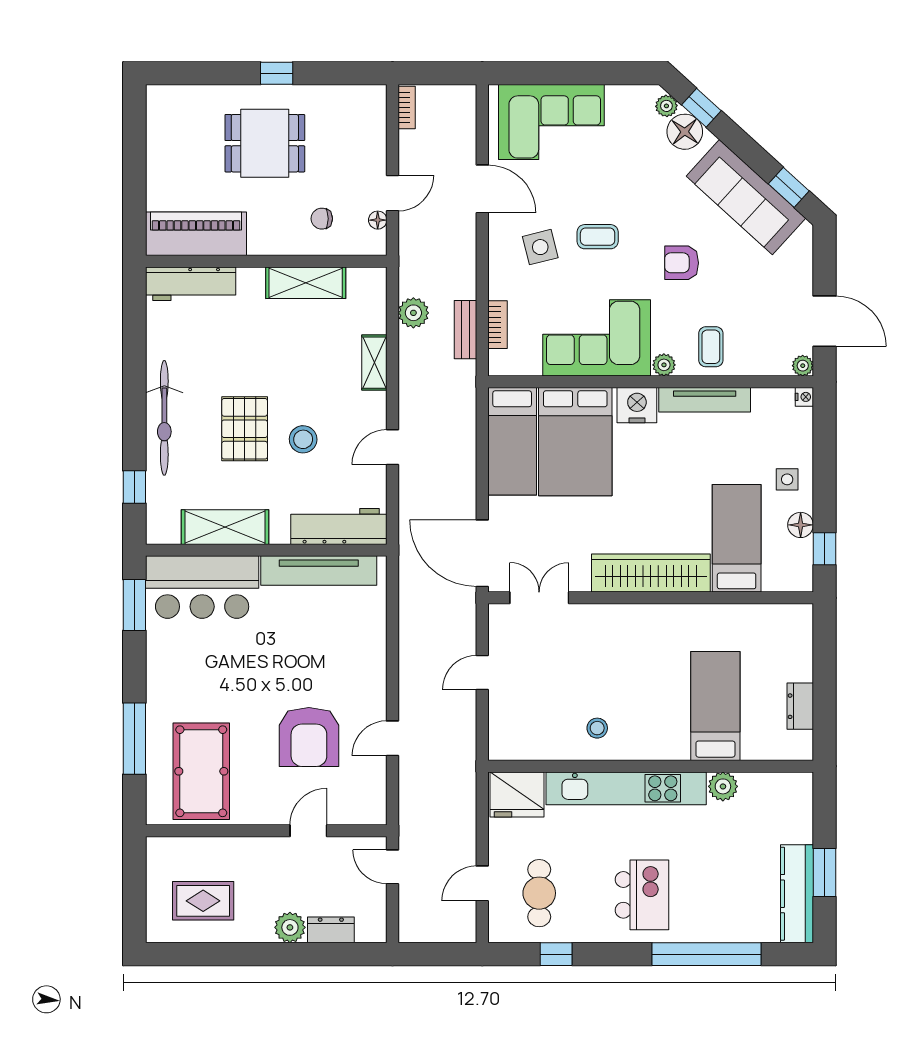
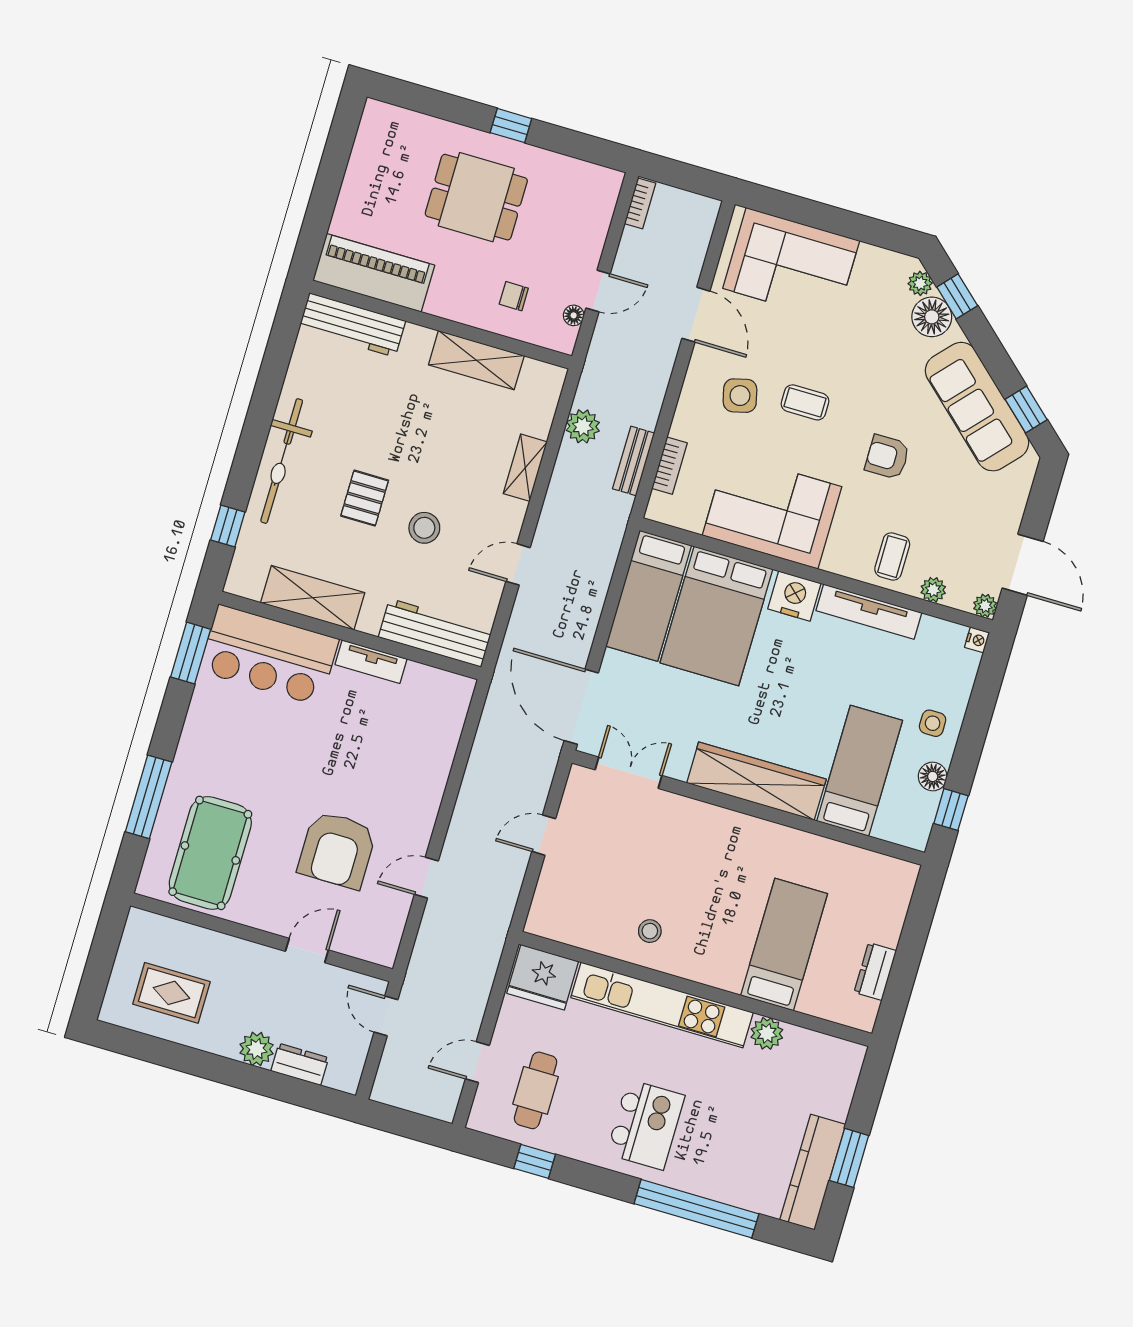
plant: (664, 365) -> (933, 590), moved
pallet: (245, 429) -> (365, 498), width x0.67, depth x0.71
tv unit: (319, 571) -> (371, 662), width x0.52, depth x0.78

